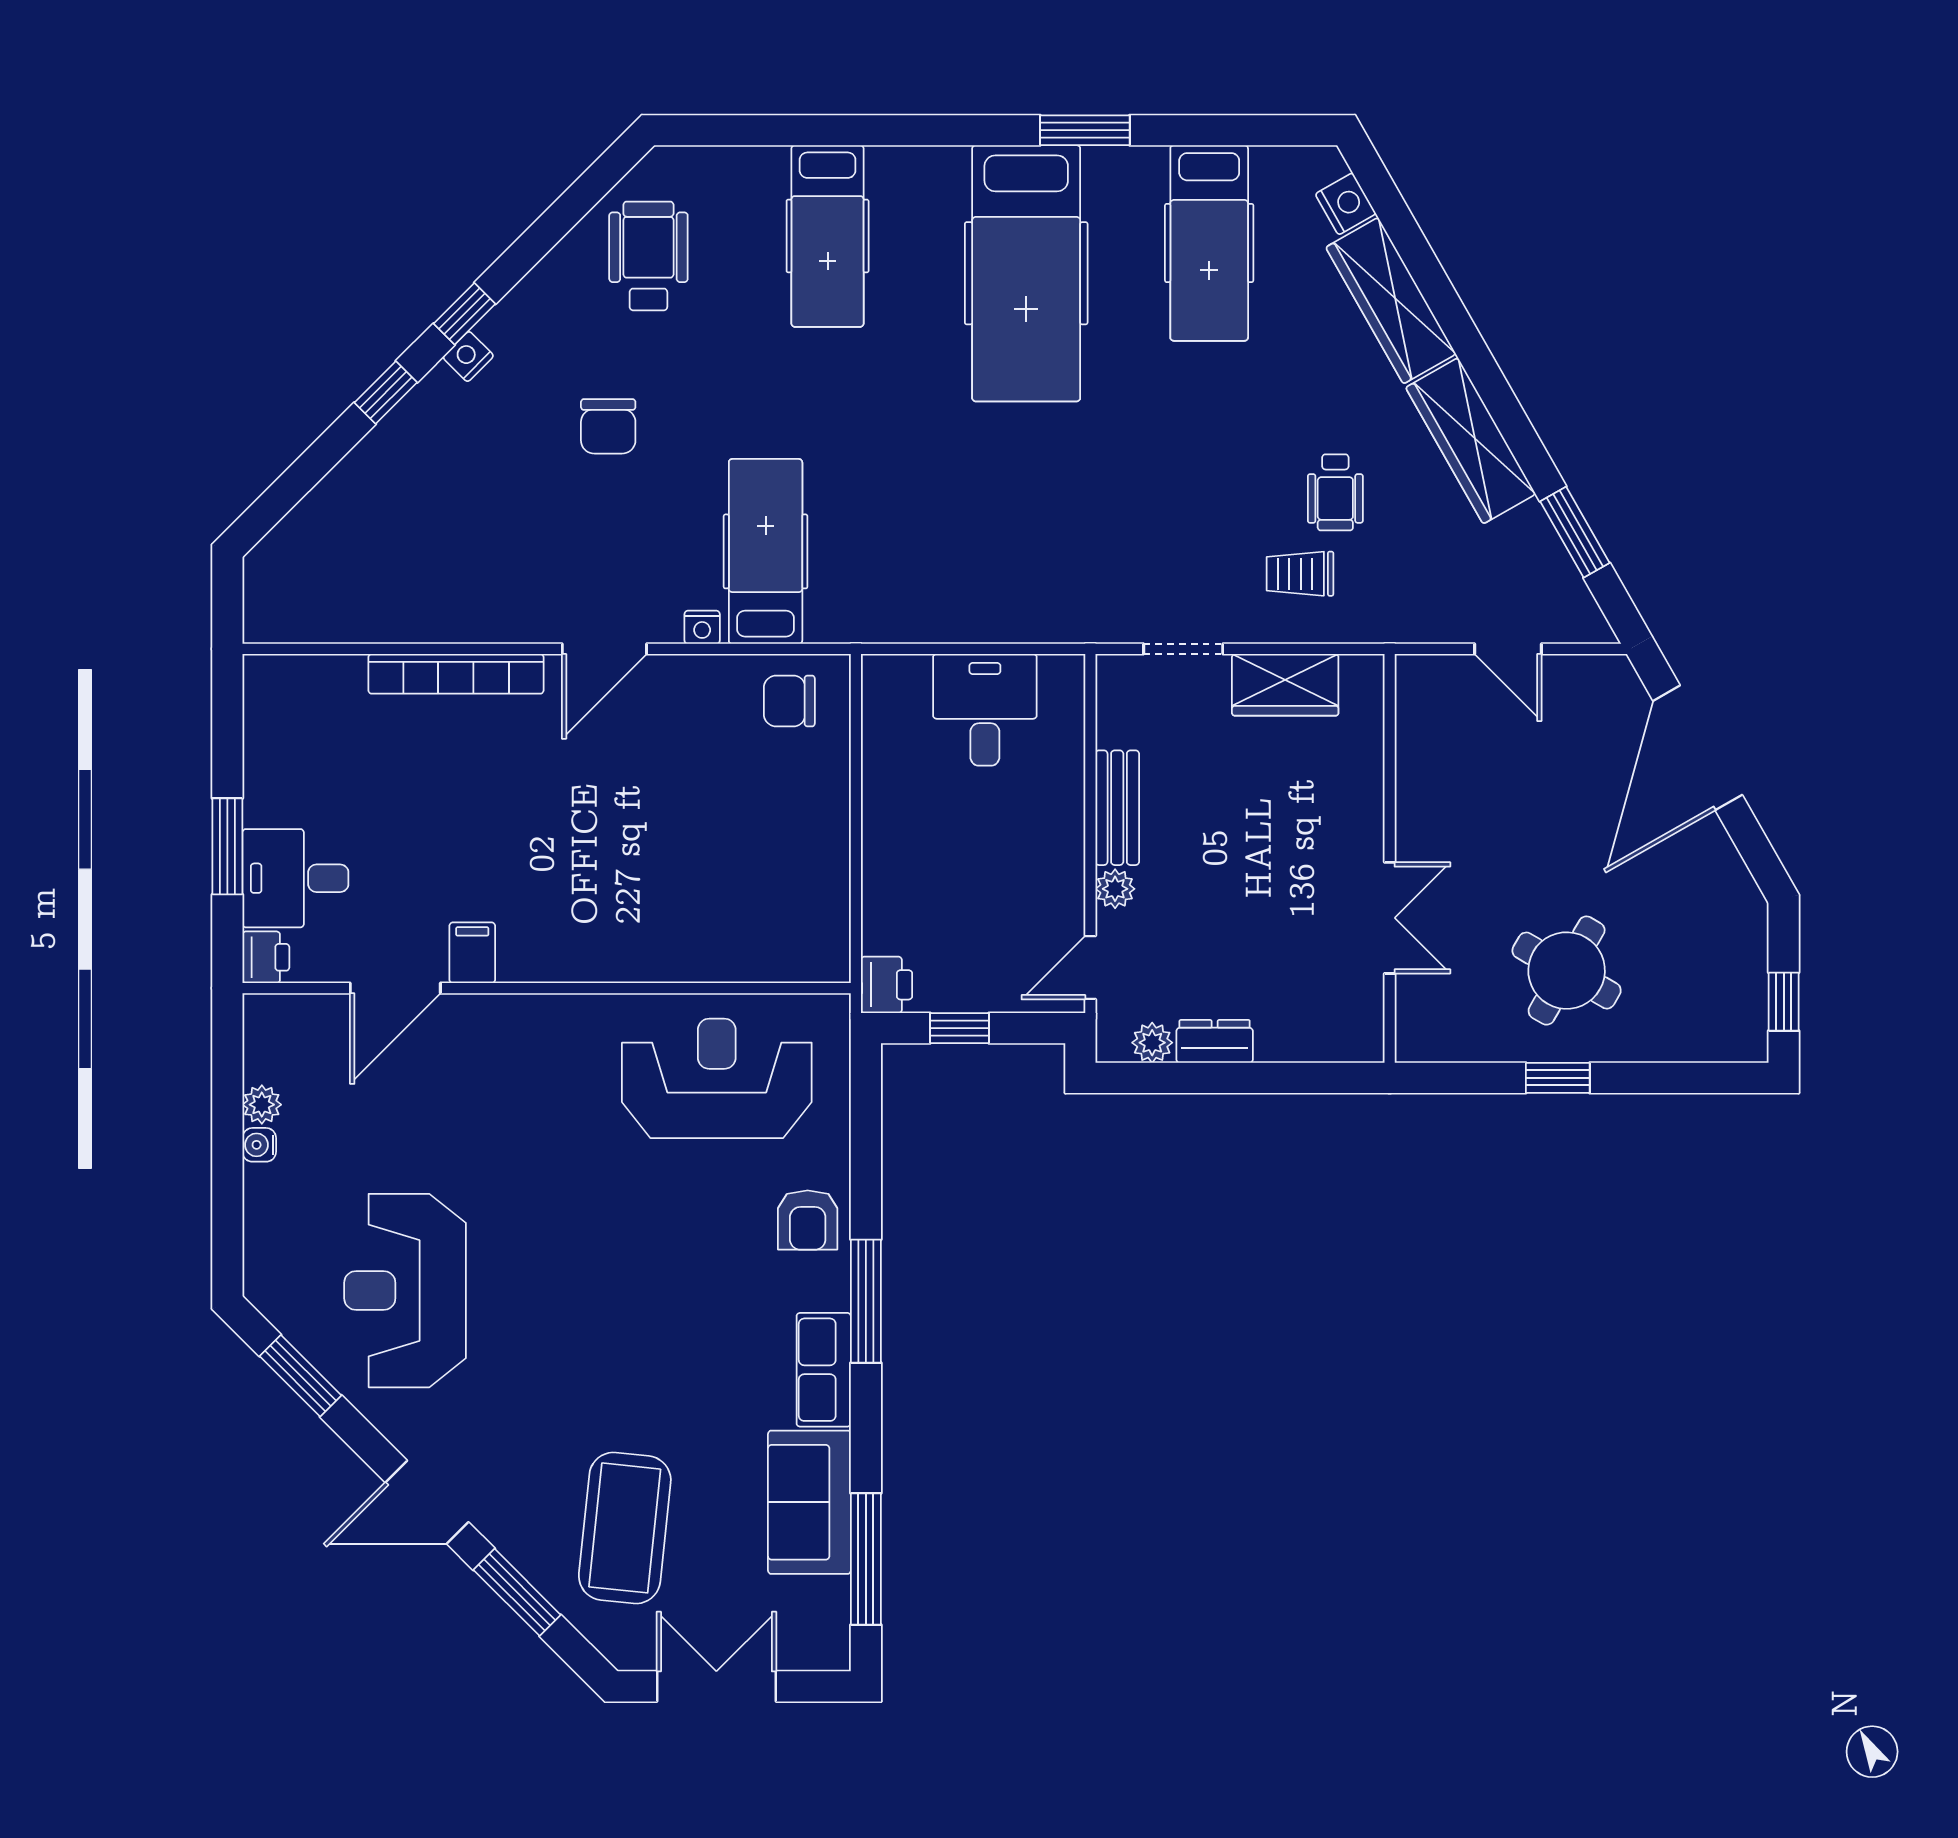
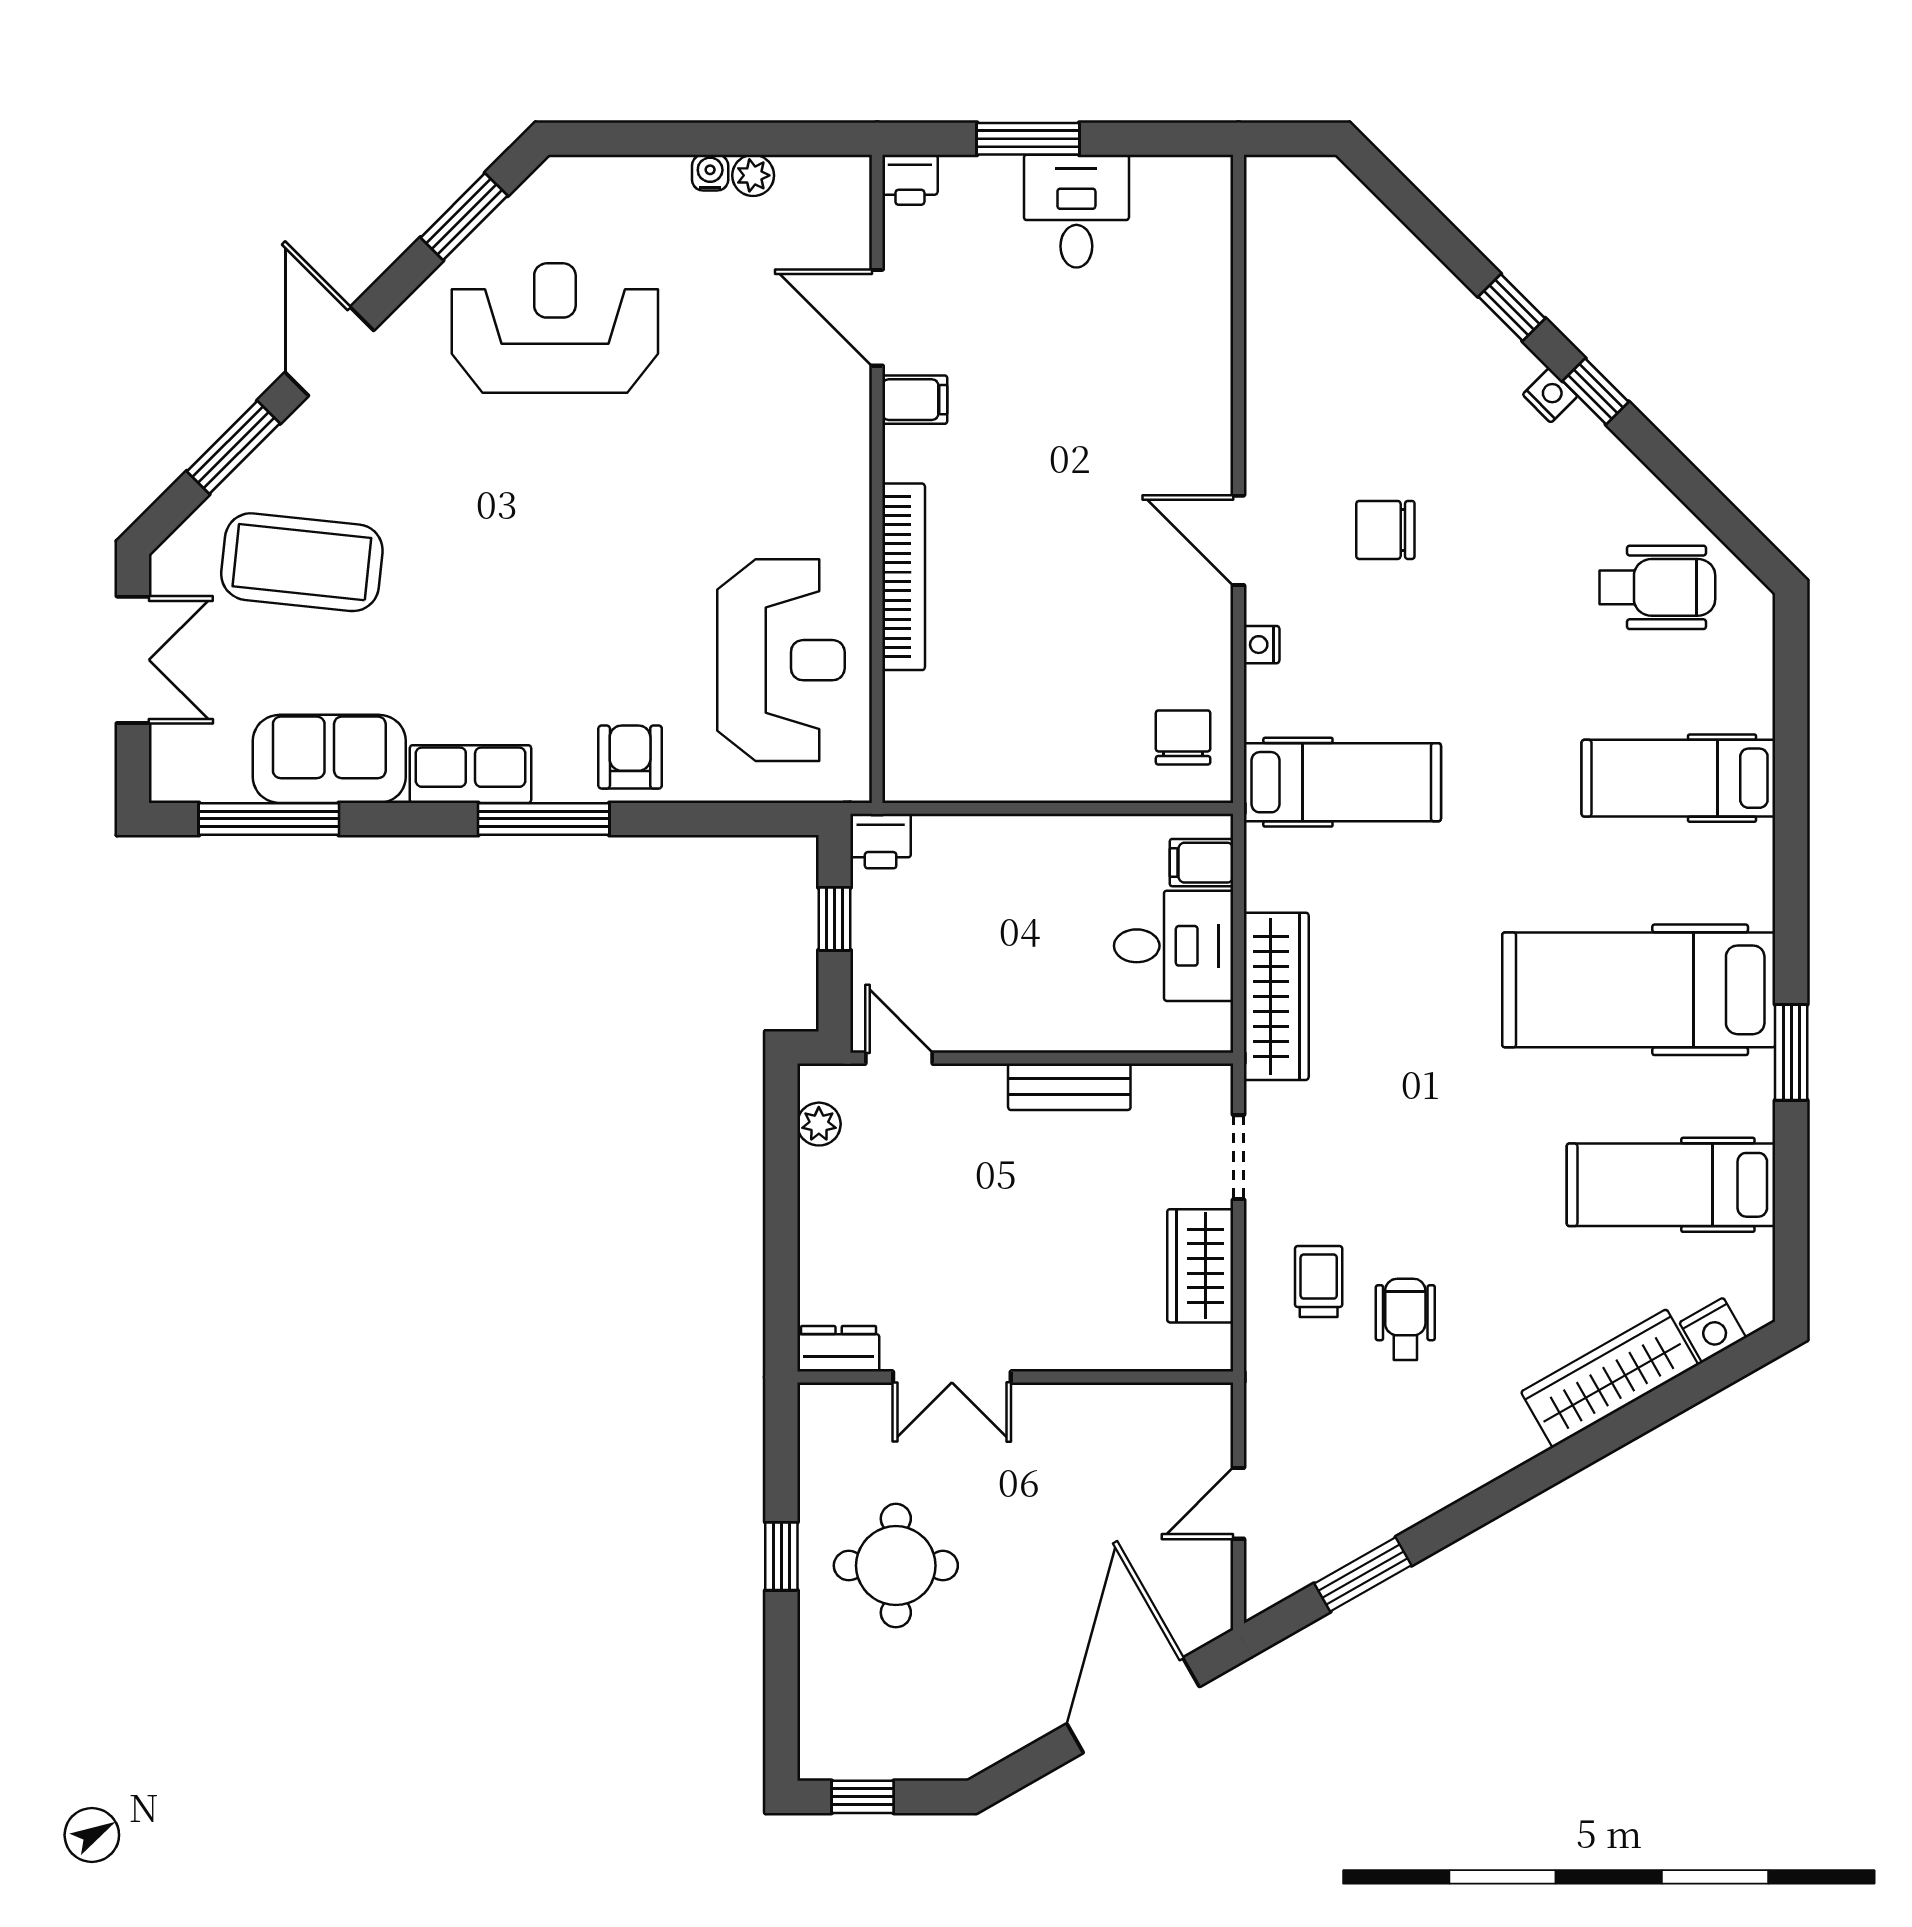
chair: (608, 426) -> (1385, 530), moved
wardrobe: (1471, 441) -> (1276, 996), moved, turned 120
wheelchair: (1335, 492) -> (1405, 1319), turned 90
hospital bed: (766, 551) -> (1342, 782), moved
bookcase: (456, 674) -> (904, 577), moved, turned 180
filing cabinet: (907, 684) -> (1201, 863), added
door: (1698, 748) -> (1133, 1705), hinge flipped
desk: (295, 878) -> (1076, 211), moved
plant: (1115, 889) -> (983, 1084), removed
round table: (1567, 971) -> (896, 1566), turned -30
dresser: (1215, 1041) -> (839, 1349), moved, turned -90
armchair: (808, 1220) -> (630, 757), turned 90

